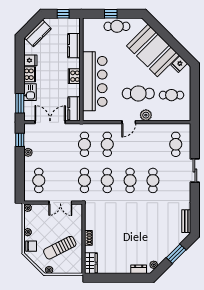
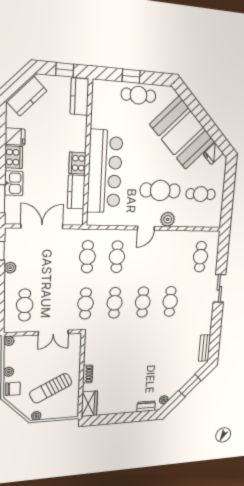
kitchen counter: (74, 46) -> (79, 97), moved
kitchen counter: (74, 109) -> (76, 192), moved

